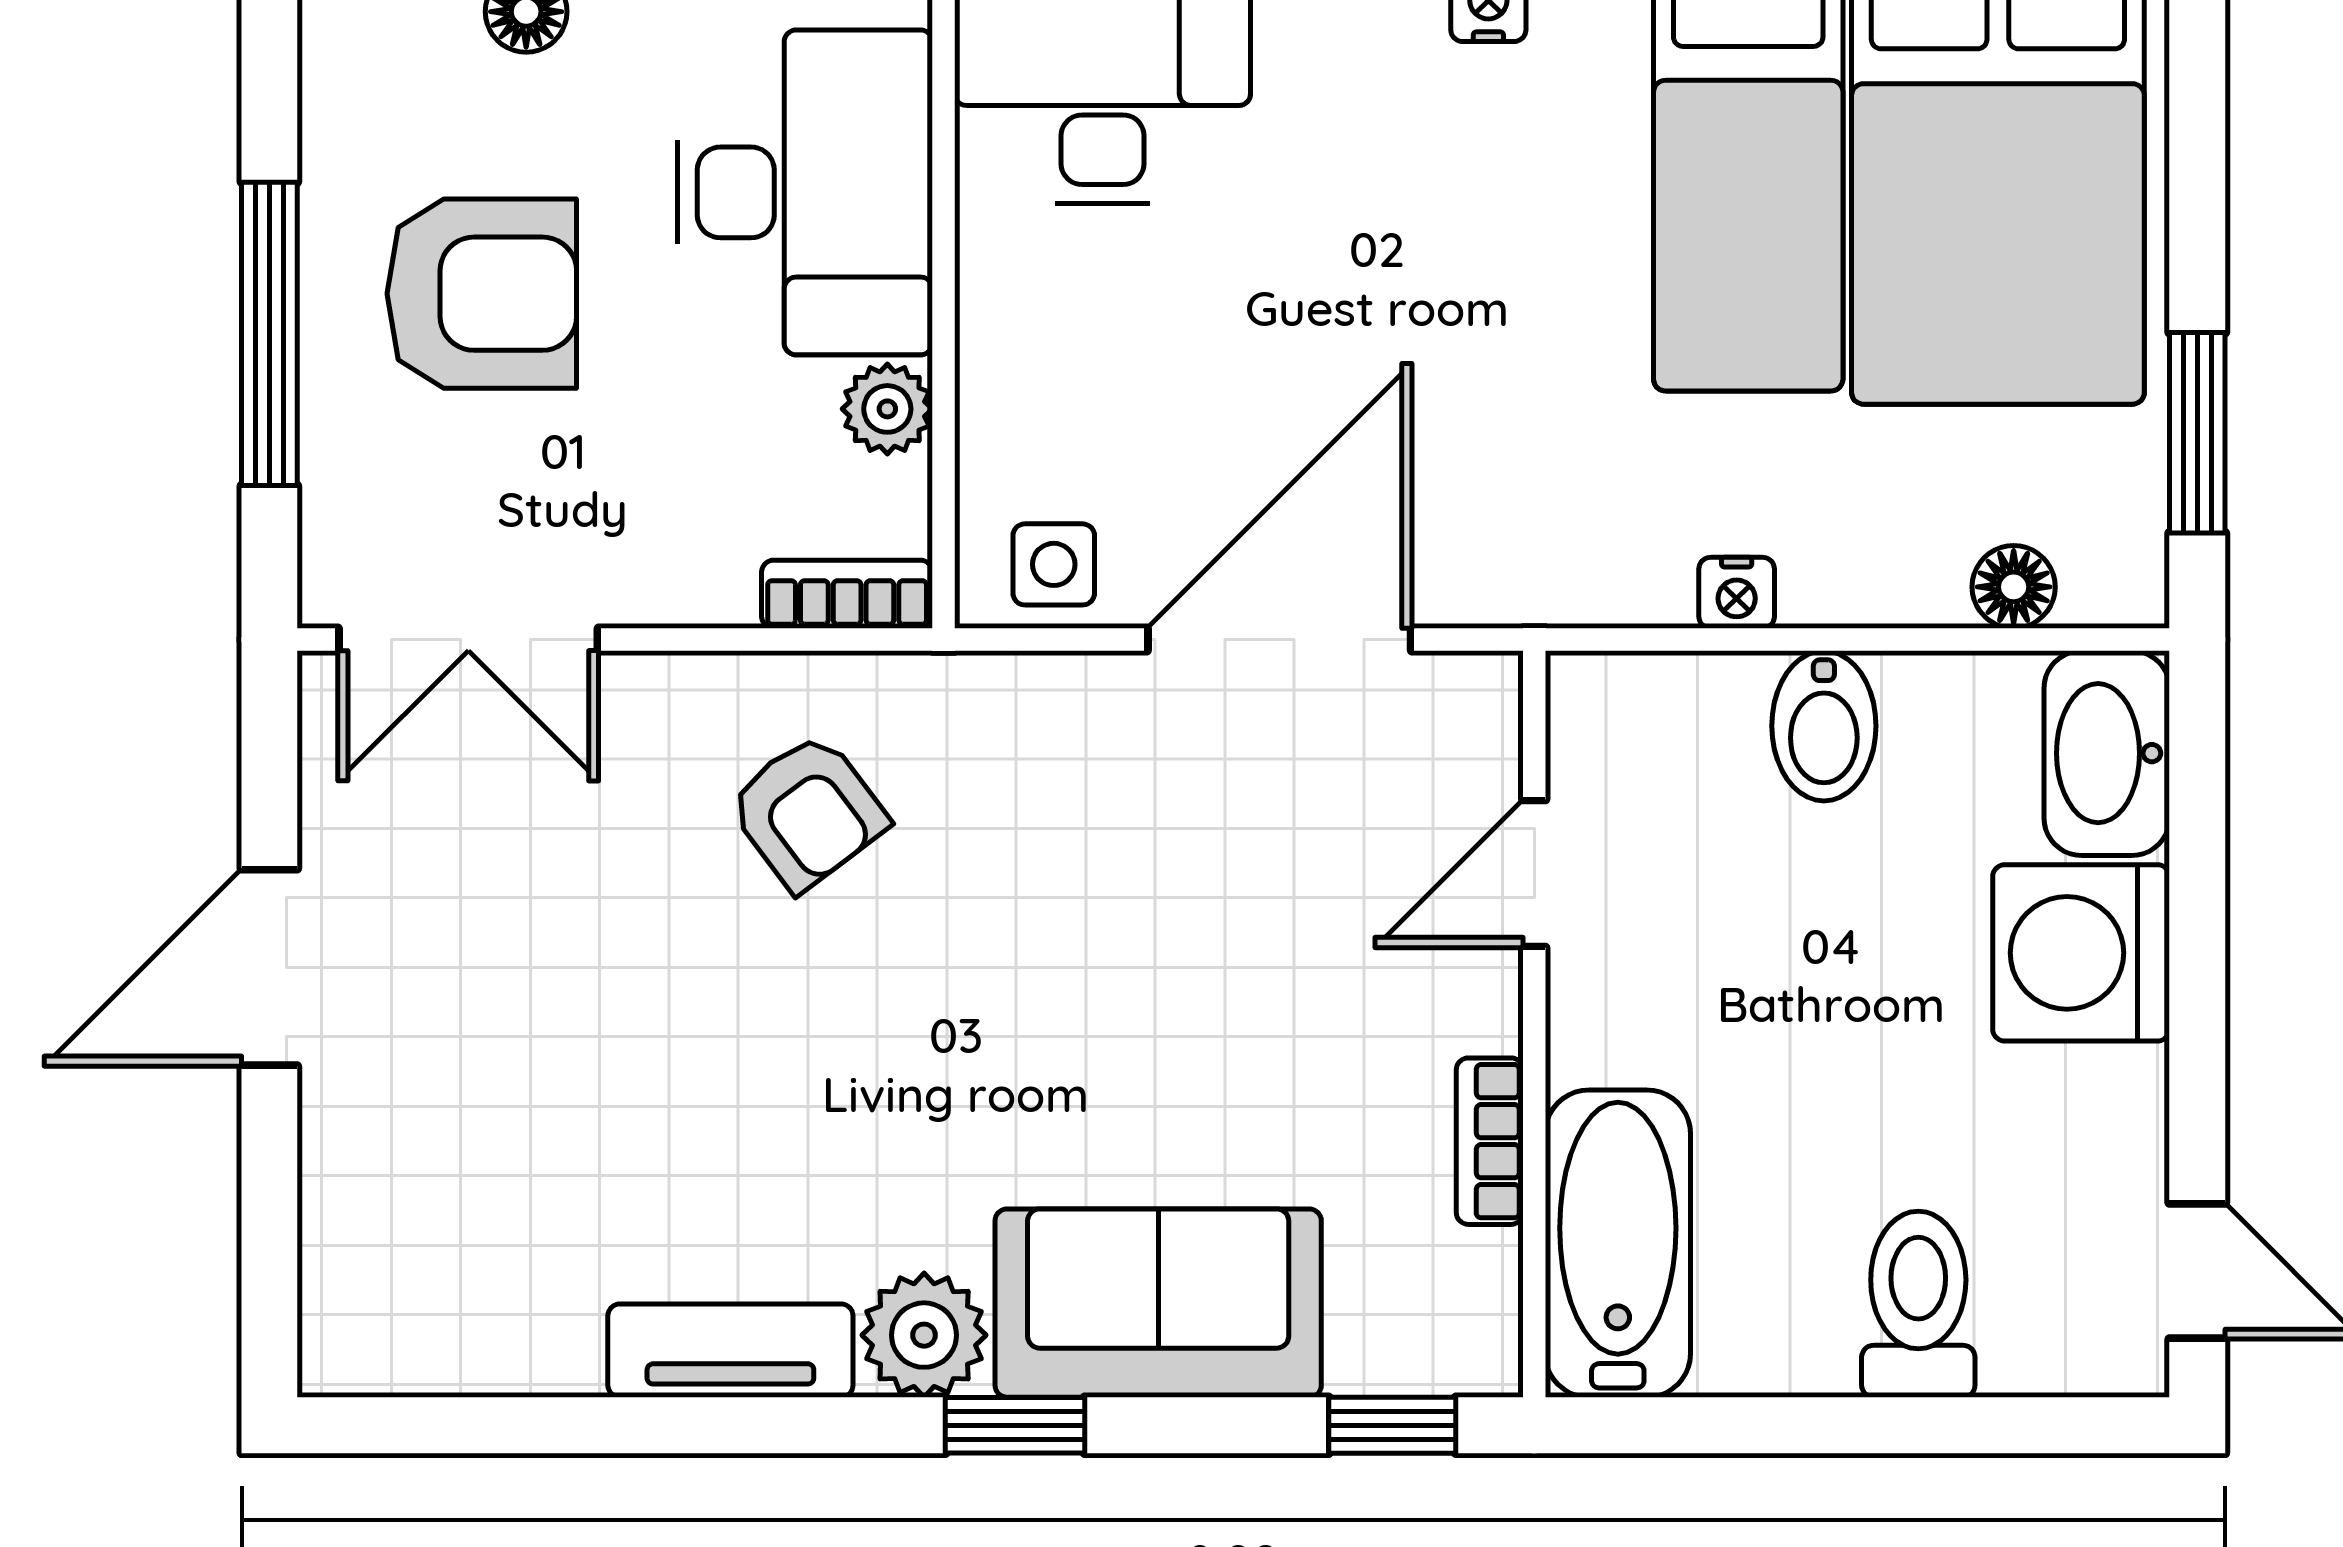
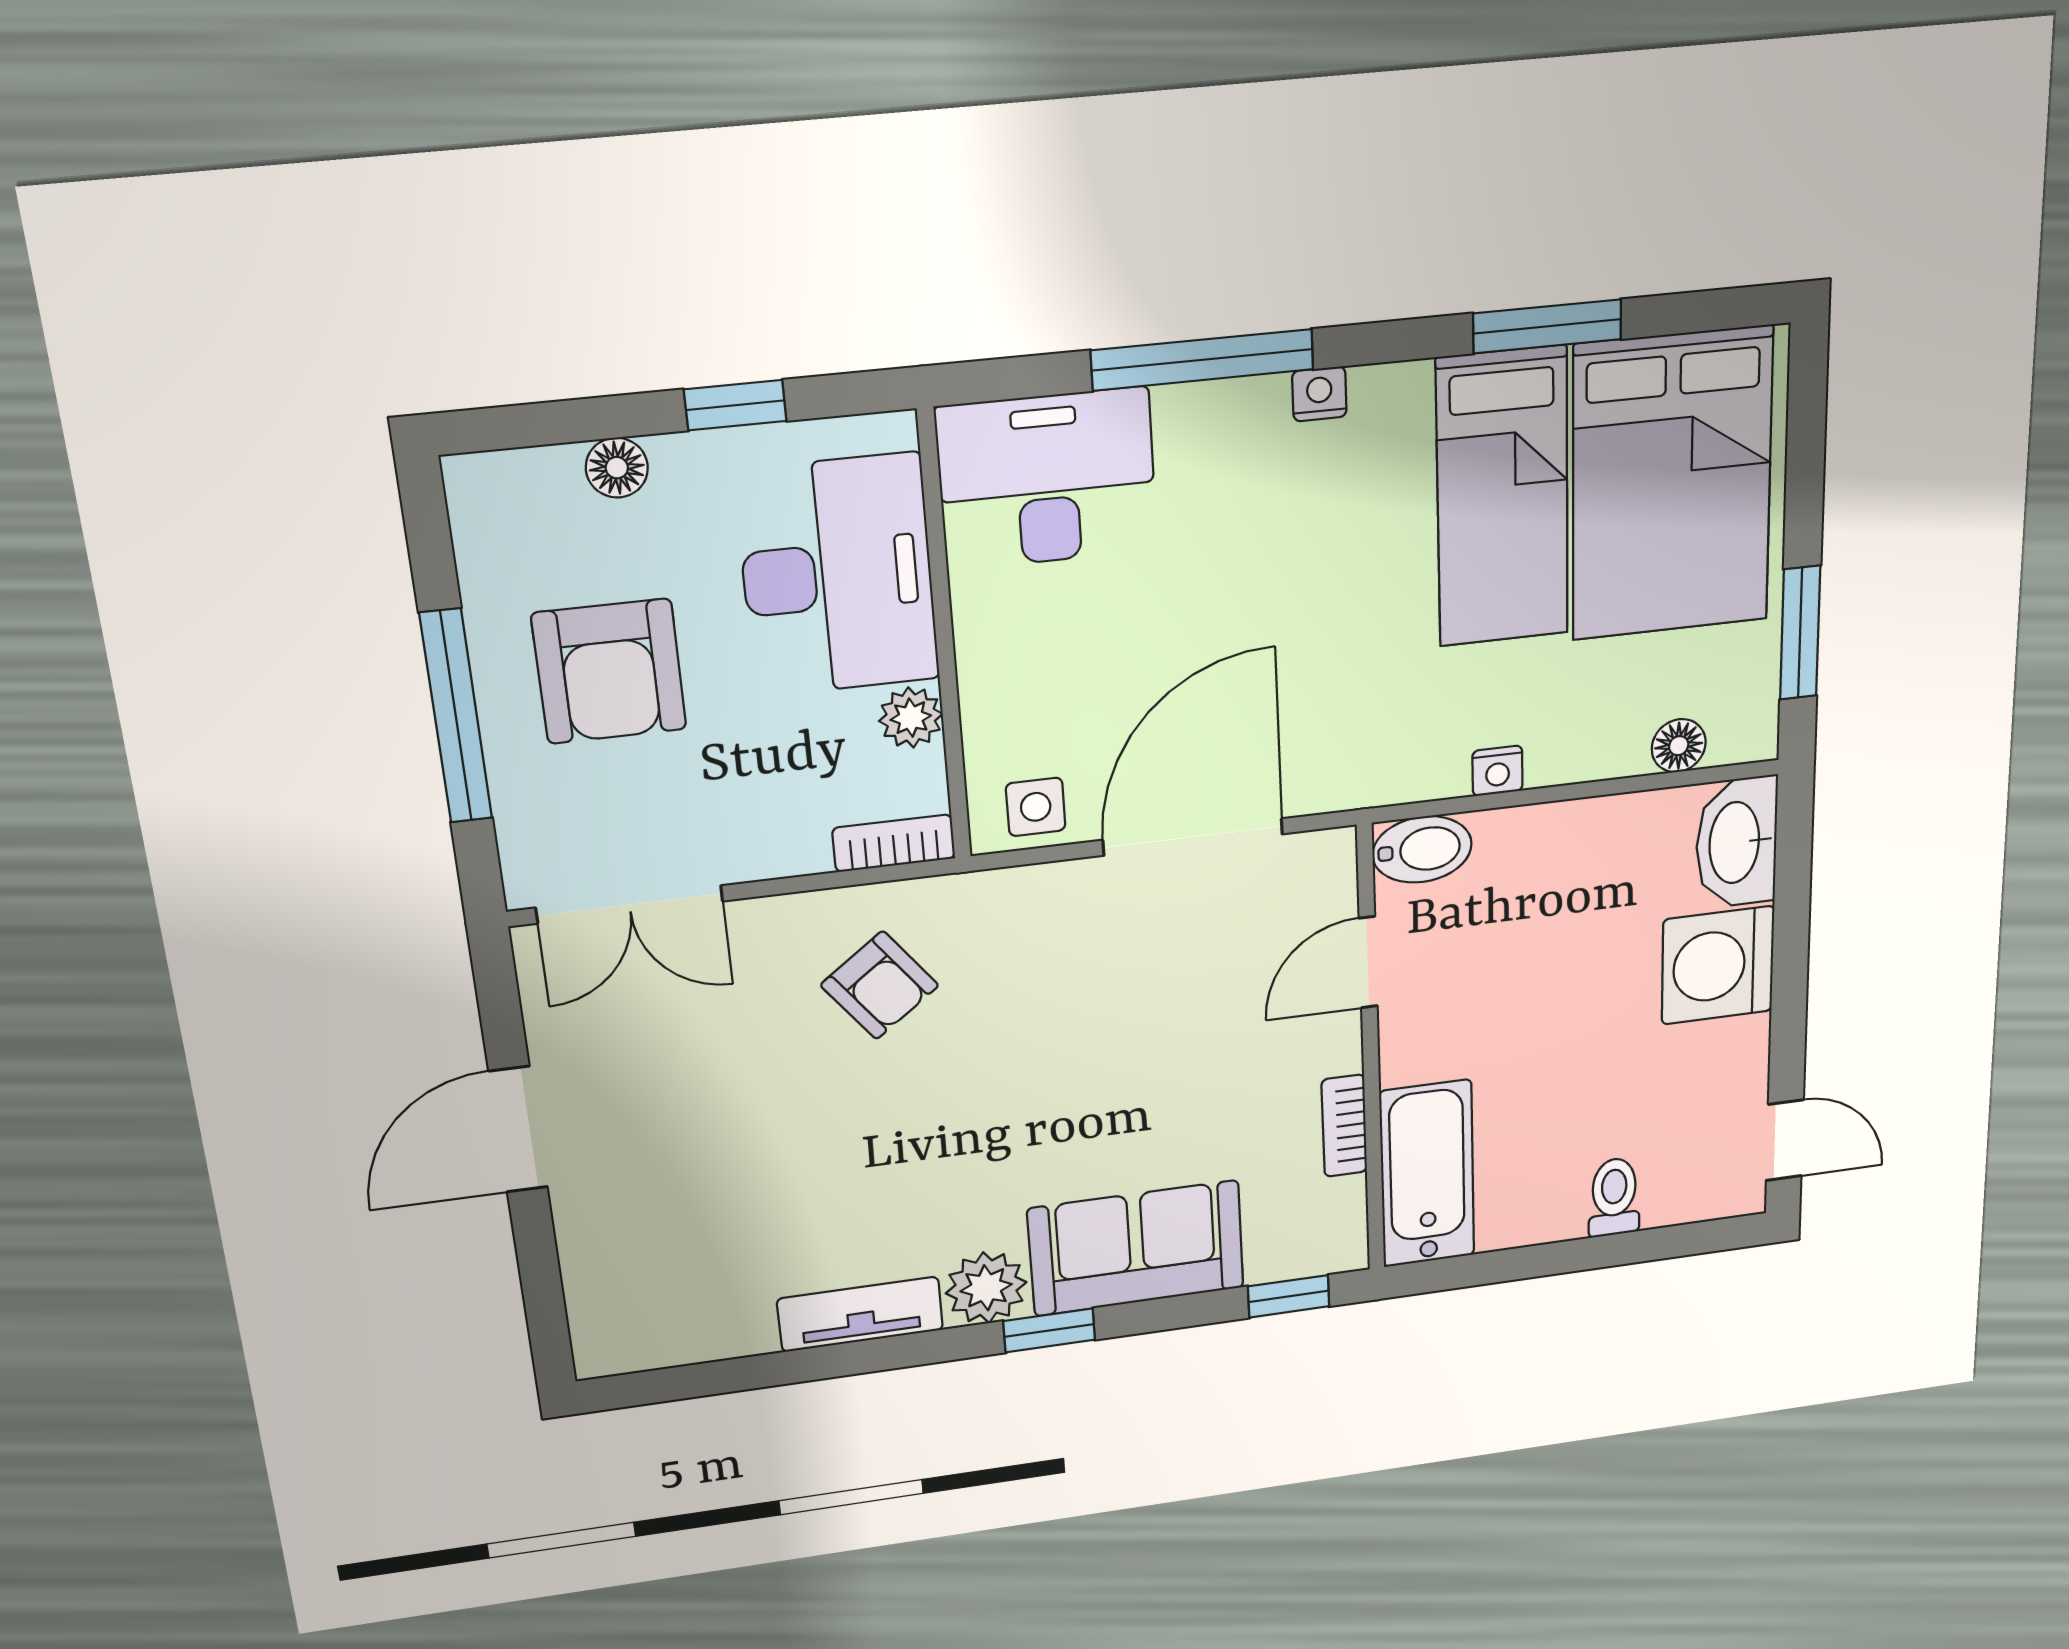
armchair: (482, 294) -> (609, 671), turned 90
bidet: (1824, 726) -> (1422, 849), moved, turned -90
toilet: (1918, 1304) -> (1614, 1197), width x0.73, depth x0.72

